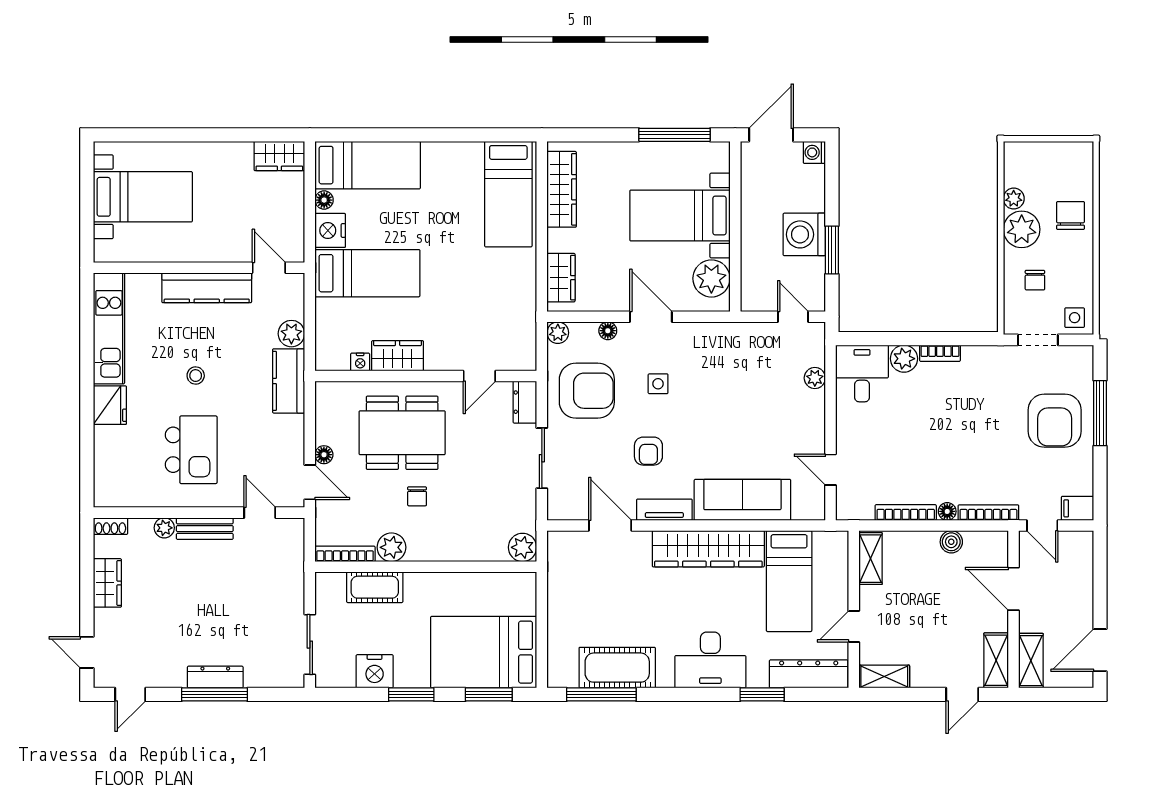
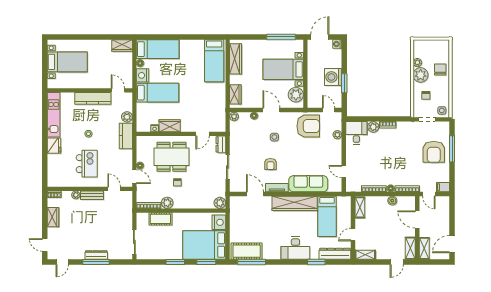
armchair: (587, 391) -> (308, 126), moved
cot: (617, 668) -> (247, 251), moved
nightstand: (375, 671) -> (219, 222), moved, turned -90

